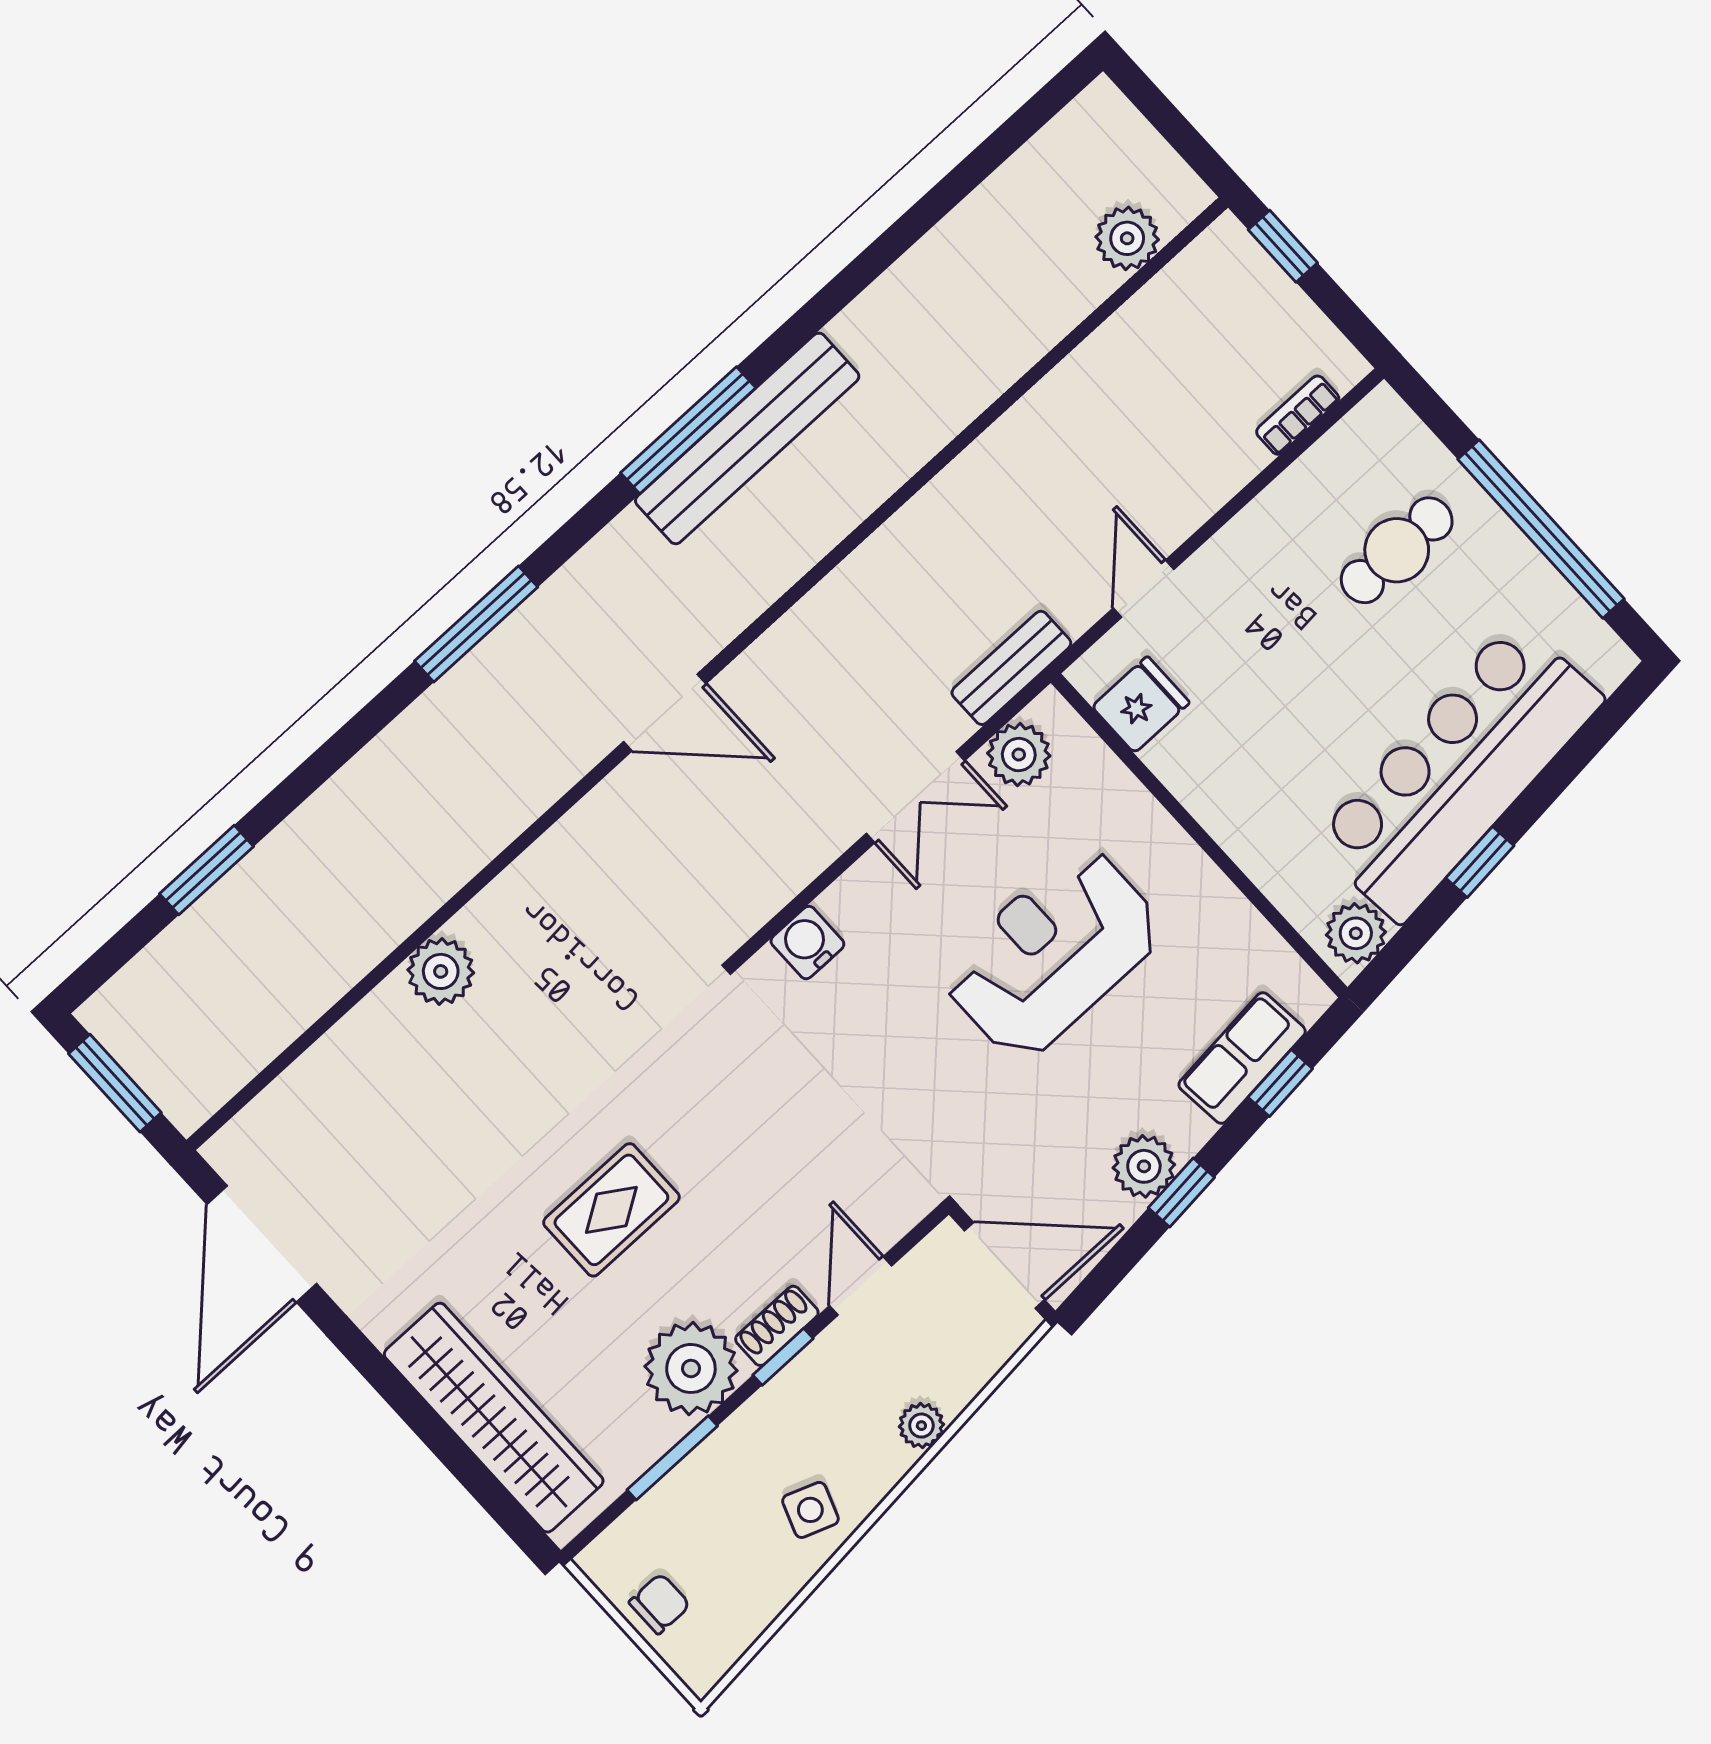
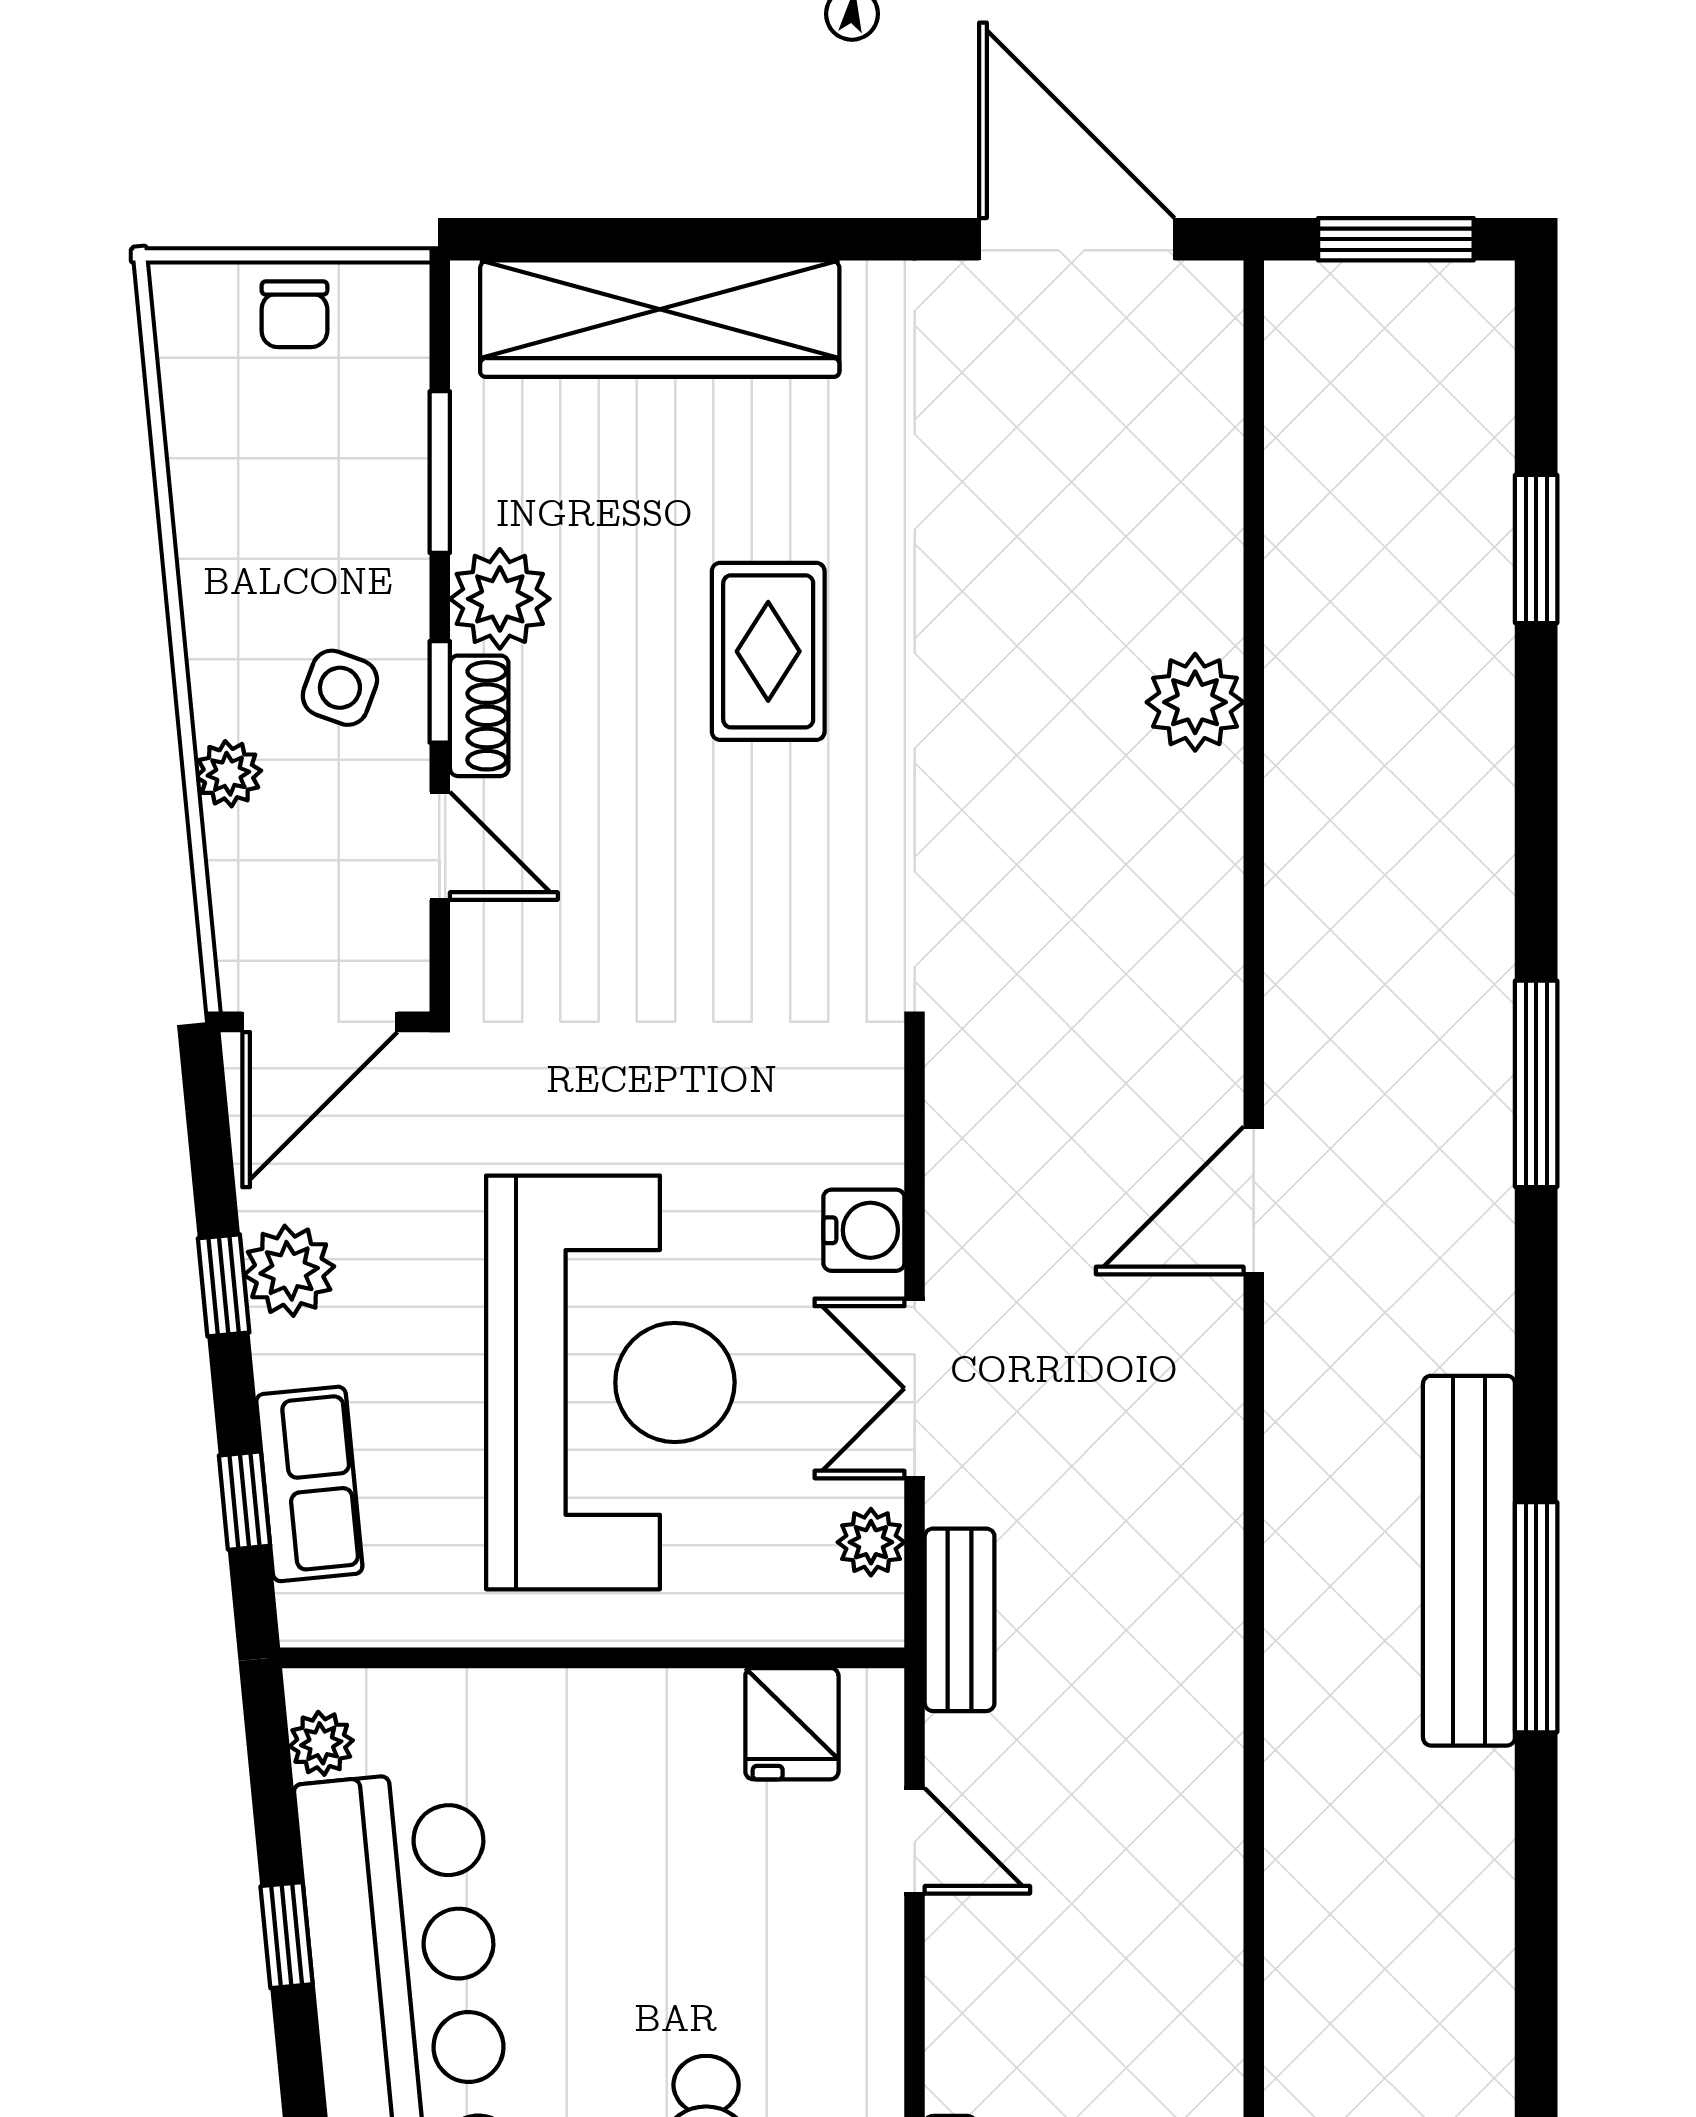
window: (688, 430) -> (1536, 1617), moved
plant: (1019, 755) -> (871, 1542), width x0.73, depth x0.73
plant: (1356, 933) -> (321, 1743), width x0.73, depth x0.73
water cooler: (807, 943) -> (864, 1230), moved
reception desk: (1052, 953) -> (610, 1382), width x1.36, depth x1.30
plant: (691, 1368) -> (500, 599), width x0.73, depth x0.73
side table: (810, 1510) -> (340, 688), moved

